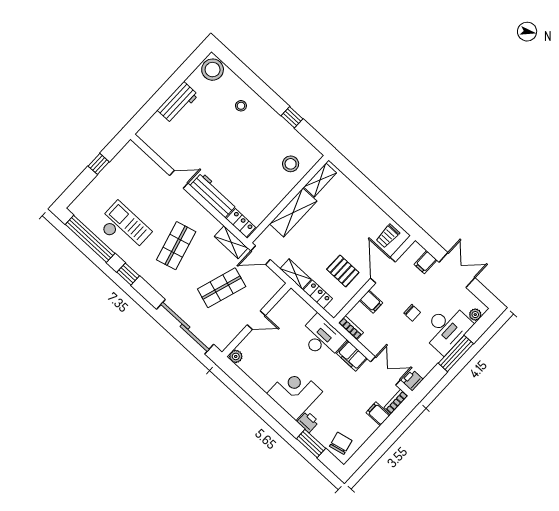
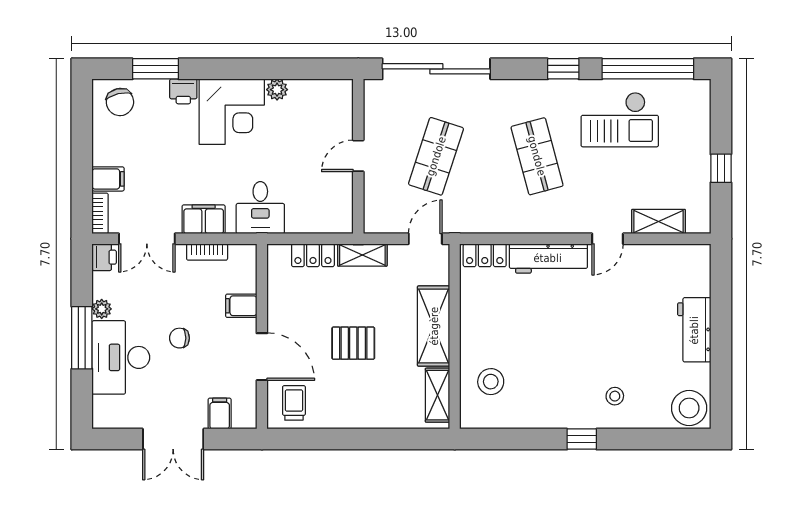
window: (292, 117) -> (582, 439), moved
shelving: (231, 242) -> (659, 222), moved
pallet: (343, 271) -> (353, 343), moved
plant: (475, 315) -> (102, 309), moved
bookcase: (351, 328) -> (207, 252), moved
desk: (322, 338) -> (260, 208), width x0.73
plant: (236, 356) -> (277, 90), moved

